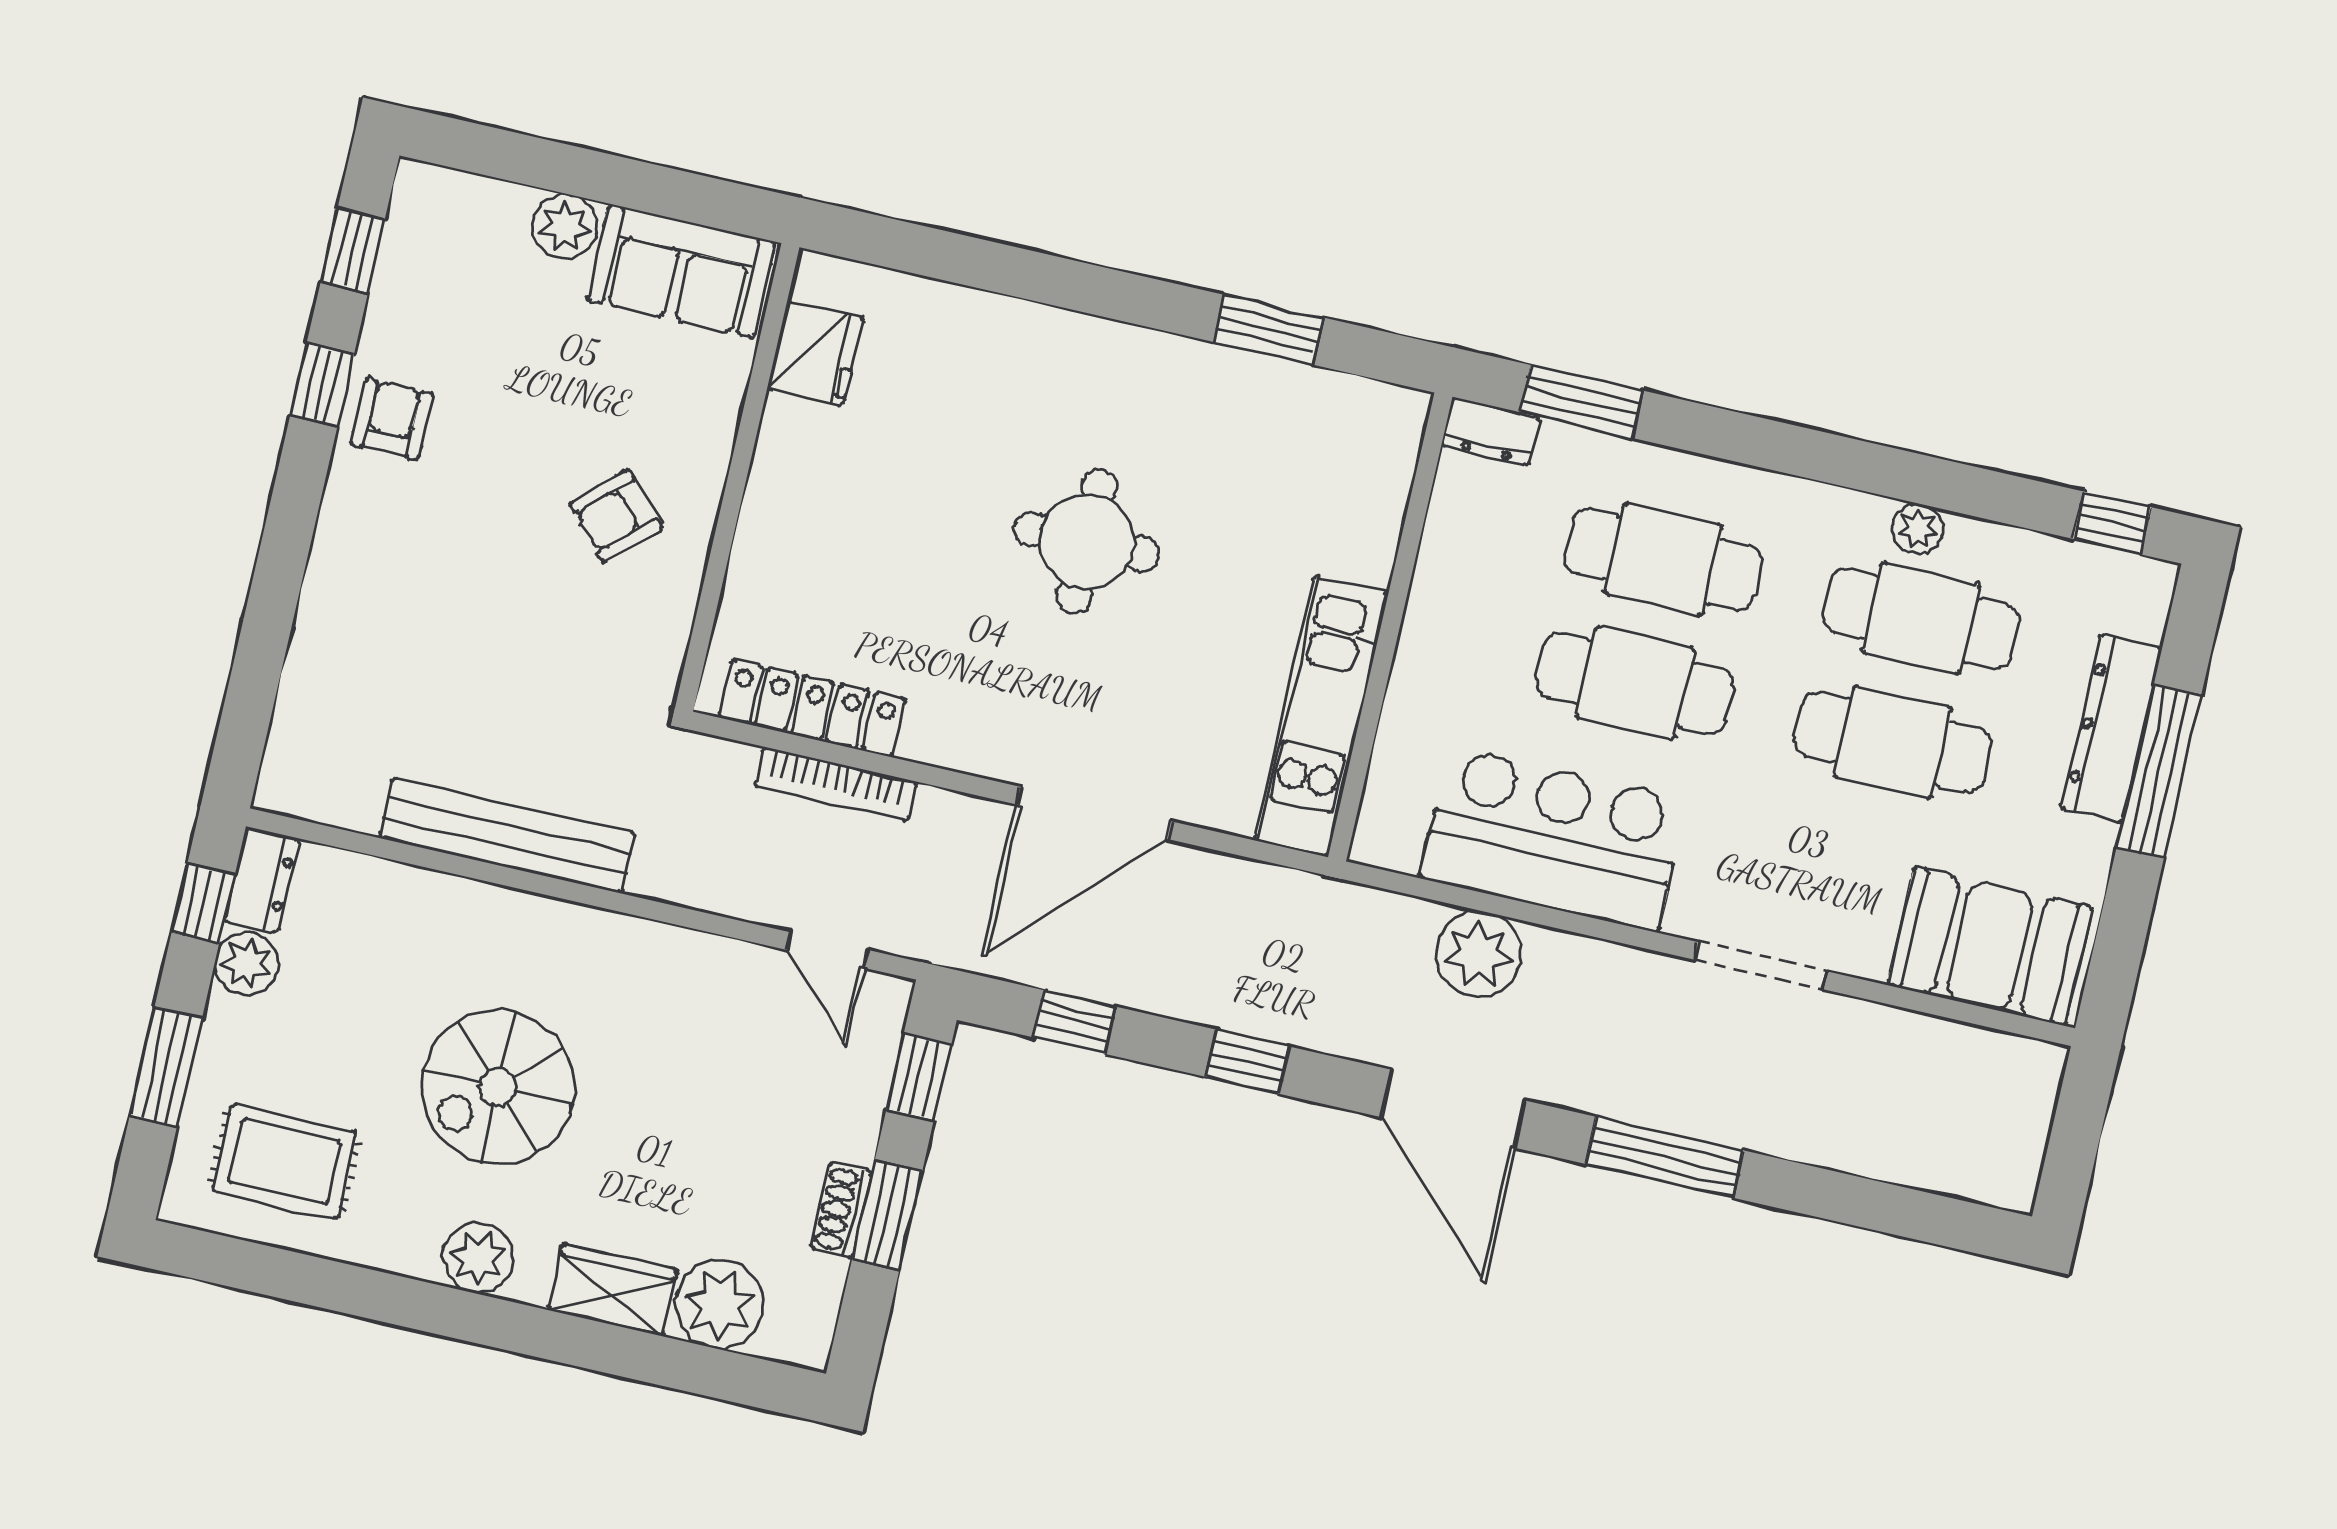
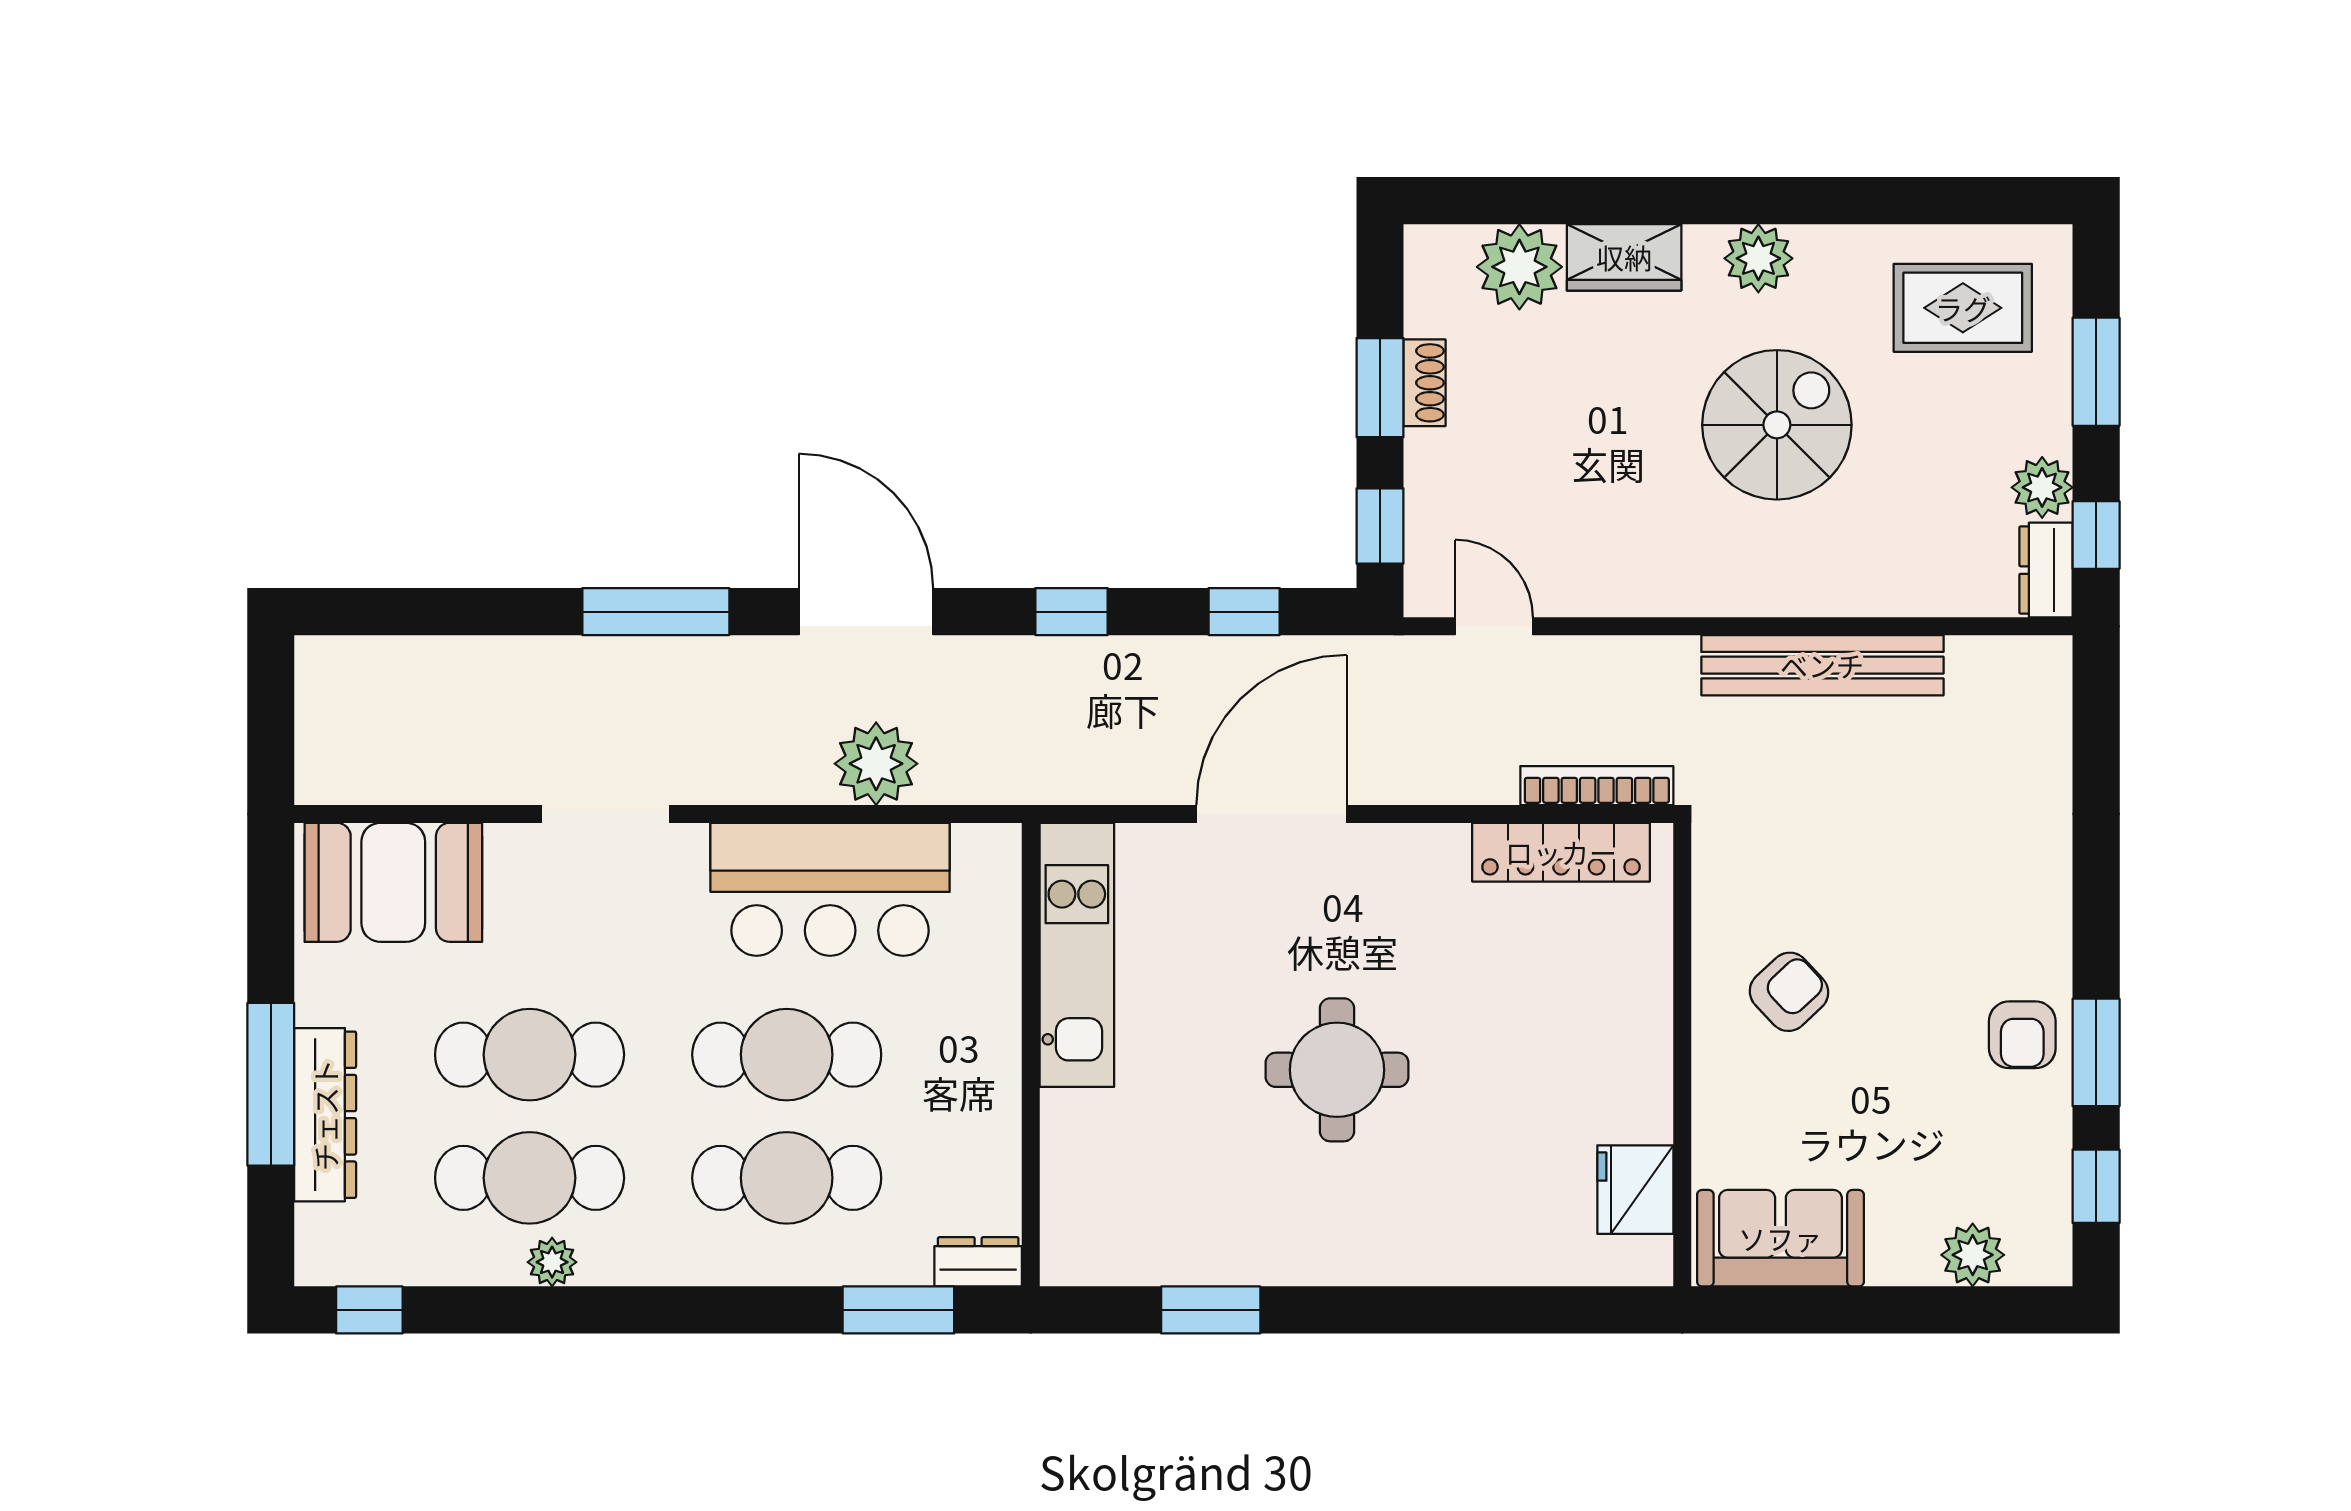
plant: (565, 227) -> (1973, 1255), moved
window: (322, 385) -> (2096, 1052), width x1.50
bookcase: (836, 784) -> (1597, 786), moved

